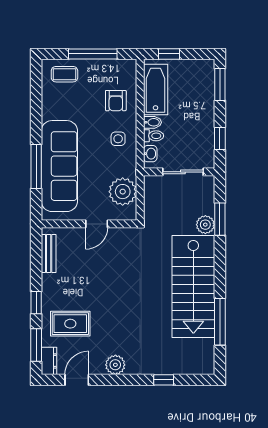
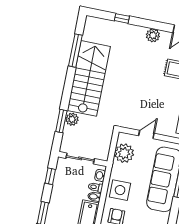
side table: (118, 139) -> (120, 190), width x1.87, depth x1.87

